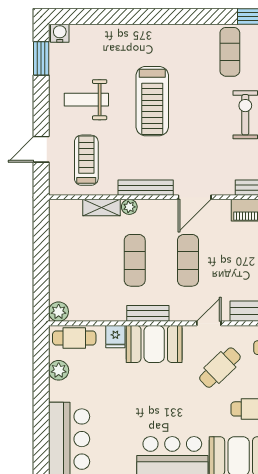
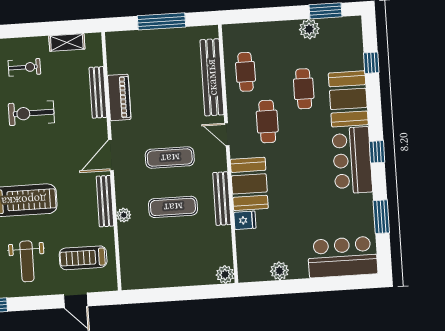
door: (195, 197) -> (111, 155), swing flipped
shelving: (102, 207) -> (126, 241), removed
bench: (148, 313) -> (222, 199), width x1.36
cafe table: (74, 338) -> (249, 258), removed
cafe table: (220, 368) -> (267, 122), turned 44

